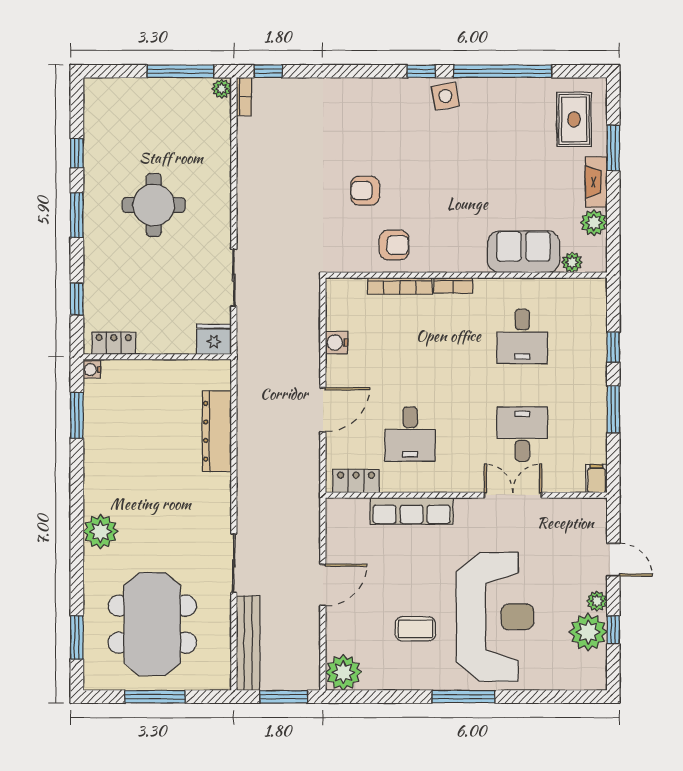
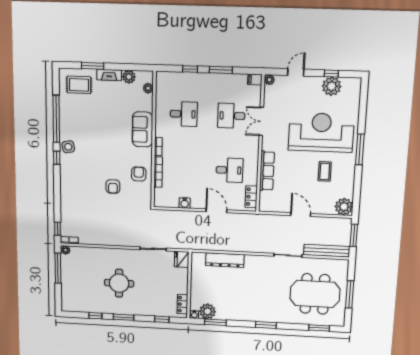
sofa: (524, 252) -> (142, 129), moved
window: (77, 524) -> (266, 325), added
plant: (100, 532) -> (207, 311), moved
plant: (597, 601) -> (269, 80), moved

